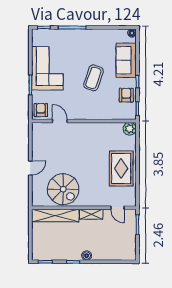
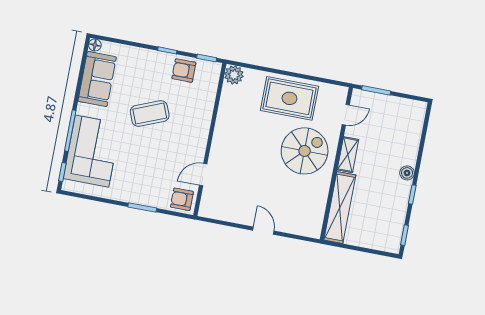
sofa: (126, 60) -> (97, 79), moved, turned -90
corner sofa: (47, 68) -> (92, 151), moved, turned 90
coffee table: (93, 78) -> (150, 114), turned -41
spiral stairs: (63, 189) -> (305, 151), moved

